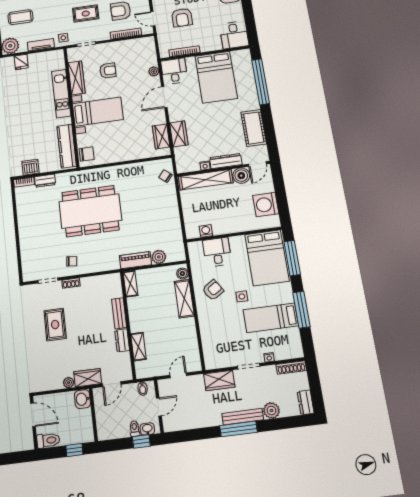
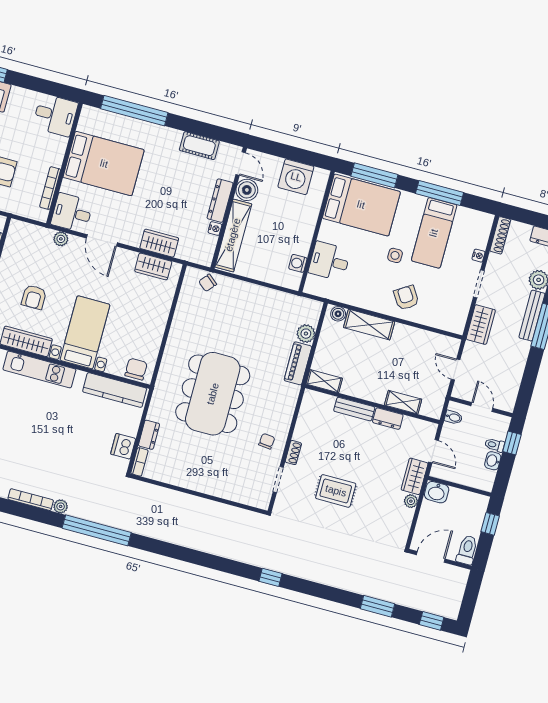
armchair: (108, 71) -> (34, 297), turned 180
cot: (254, 128) -> (199, 146), width x0.73, depth x0.75
armchair: (213, 290) -> (406, 298), moved
washbasin: (147, 429) -> (493, 461), moved

